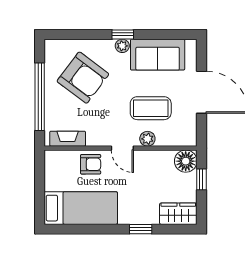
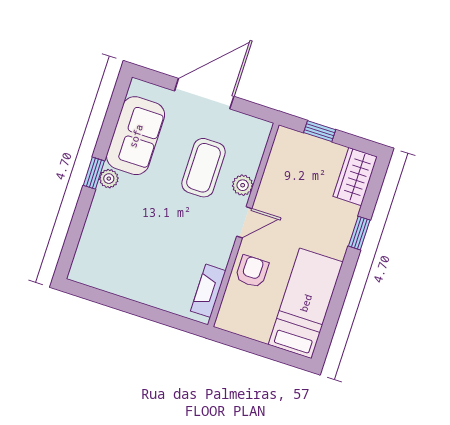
armchair: (83, 78) -> (134, 244), removed
window: (40, 97) -> (141, 310), removed
floor lamp: (186, 161) -> (289, 144), removed

